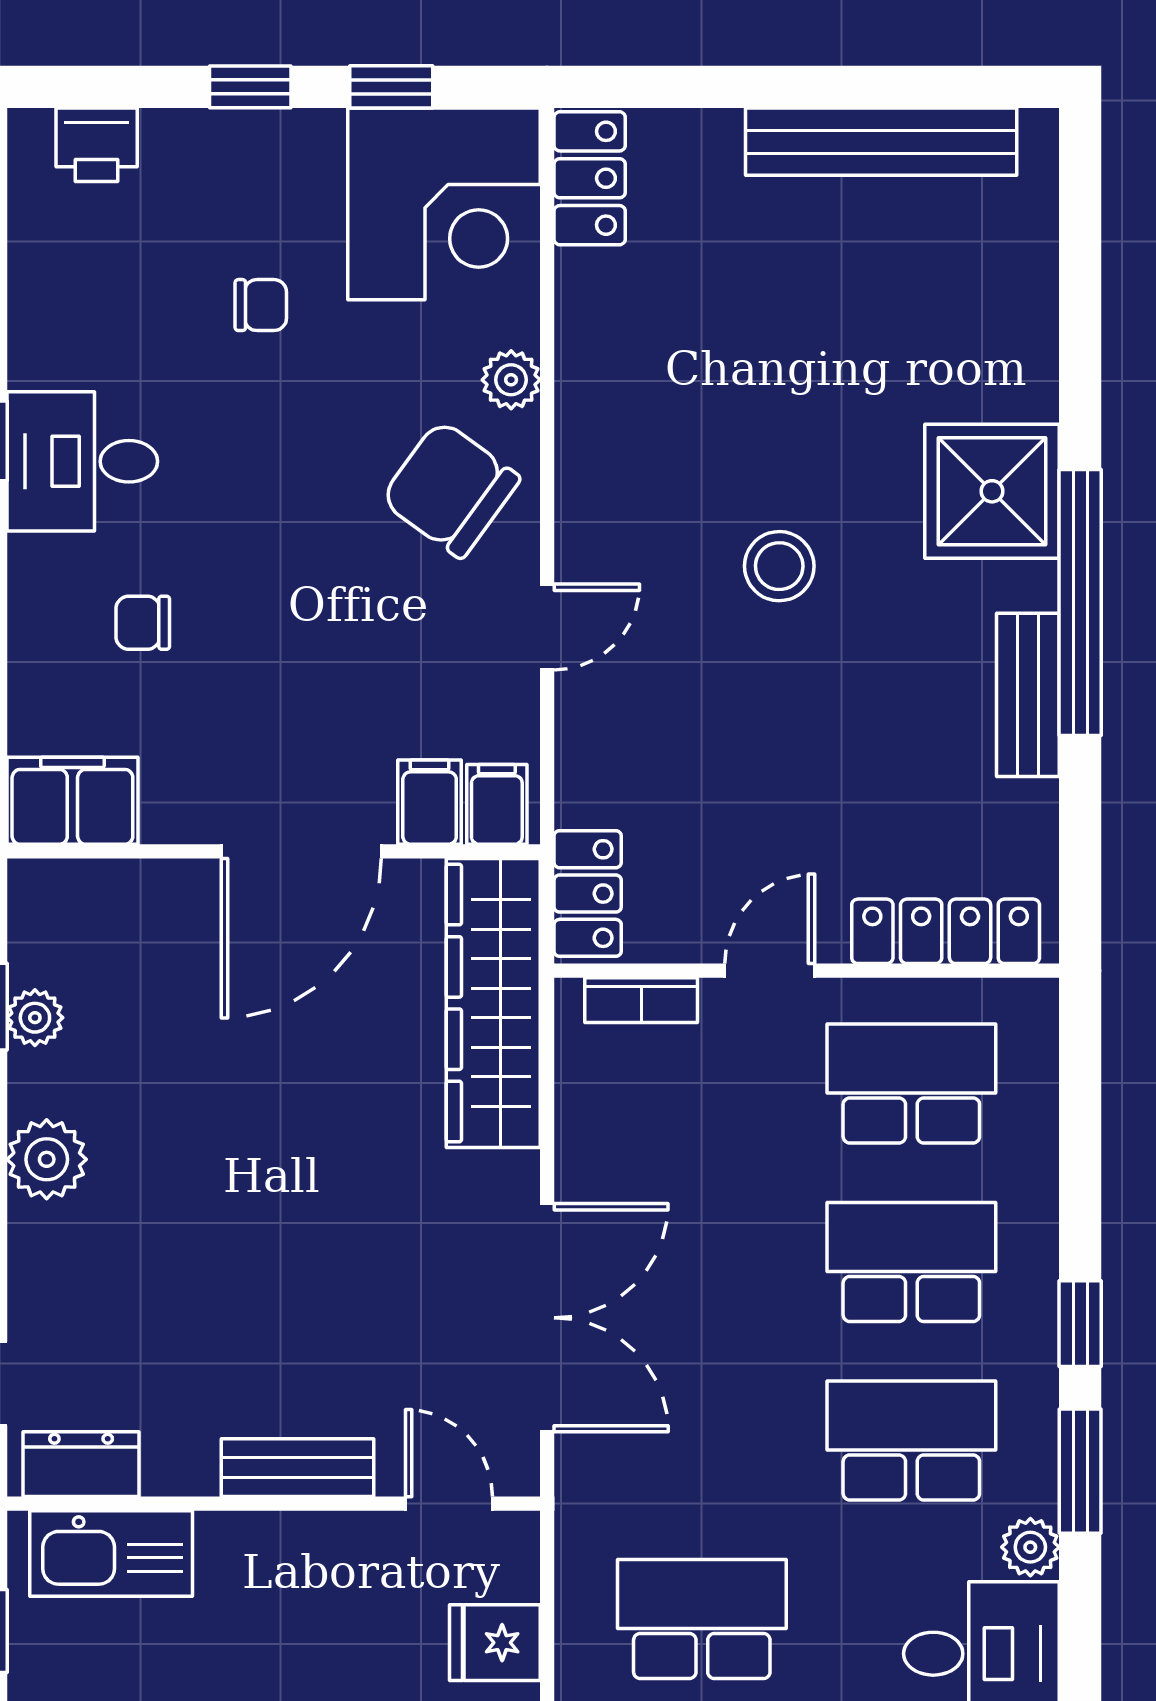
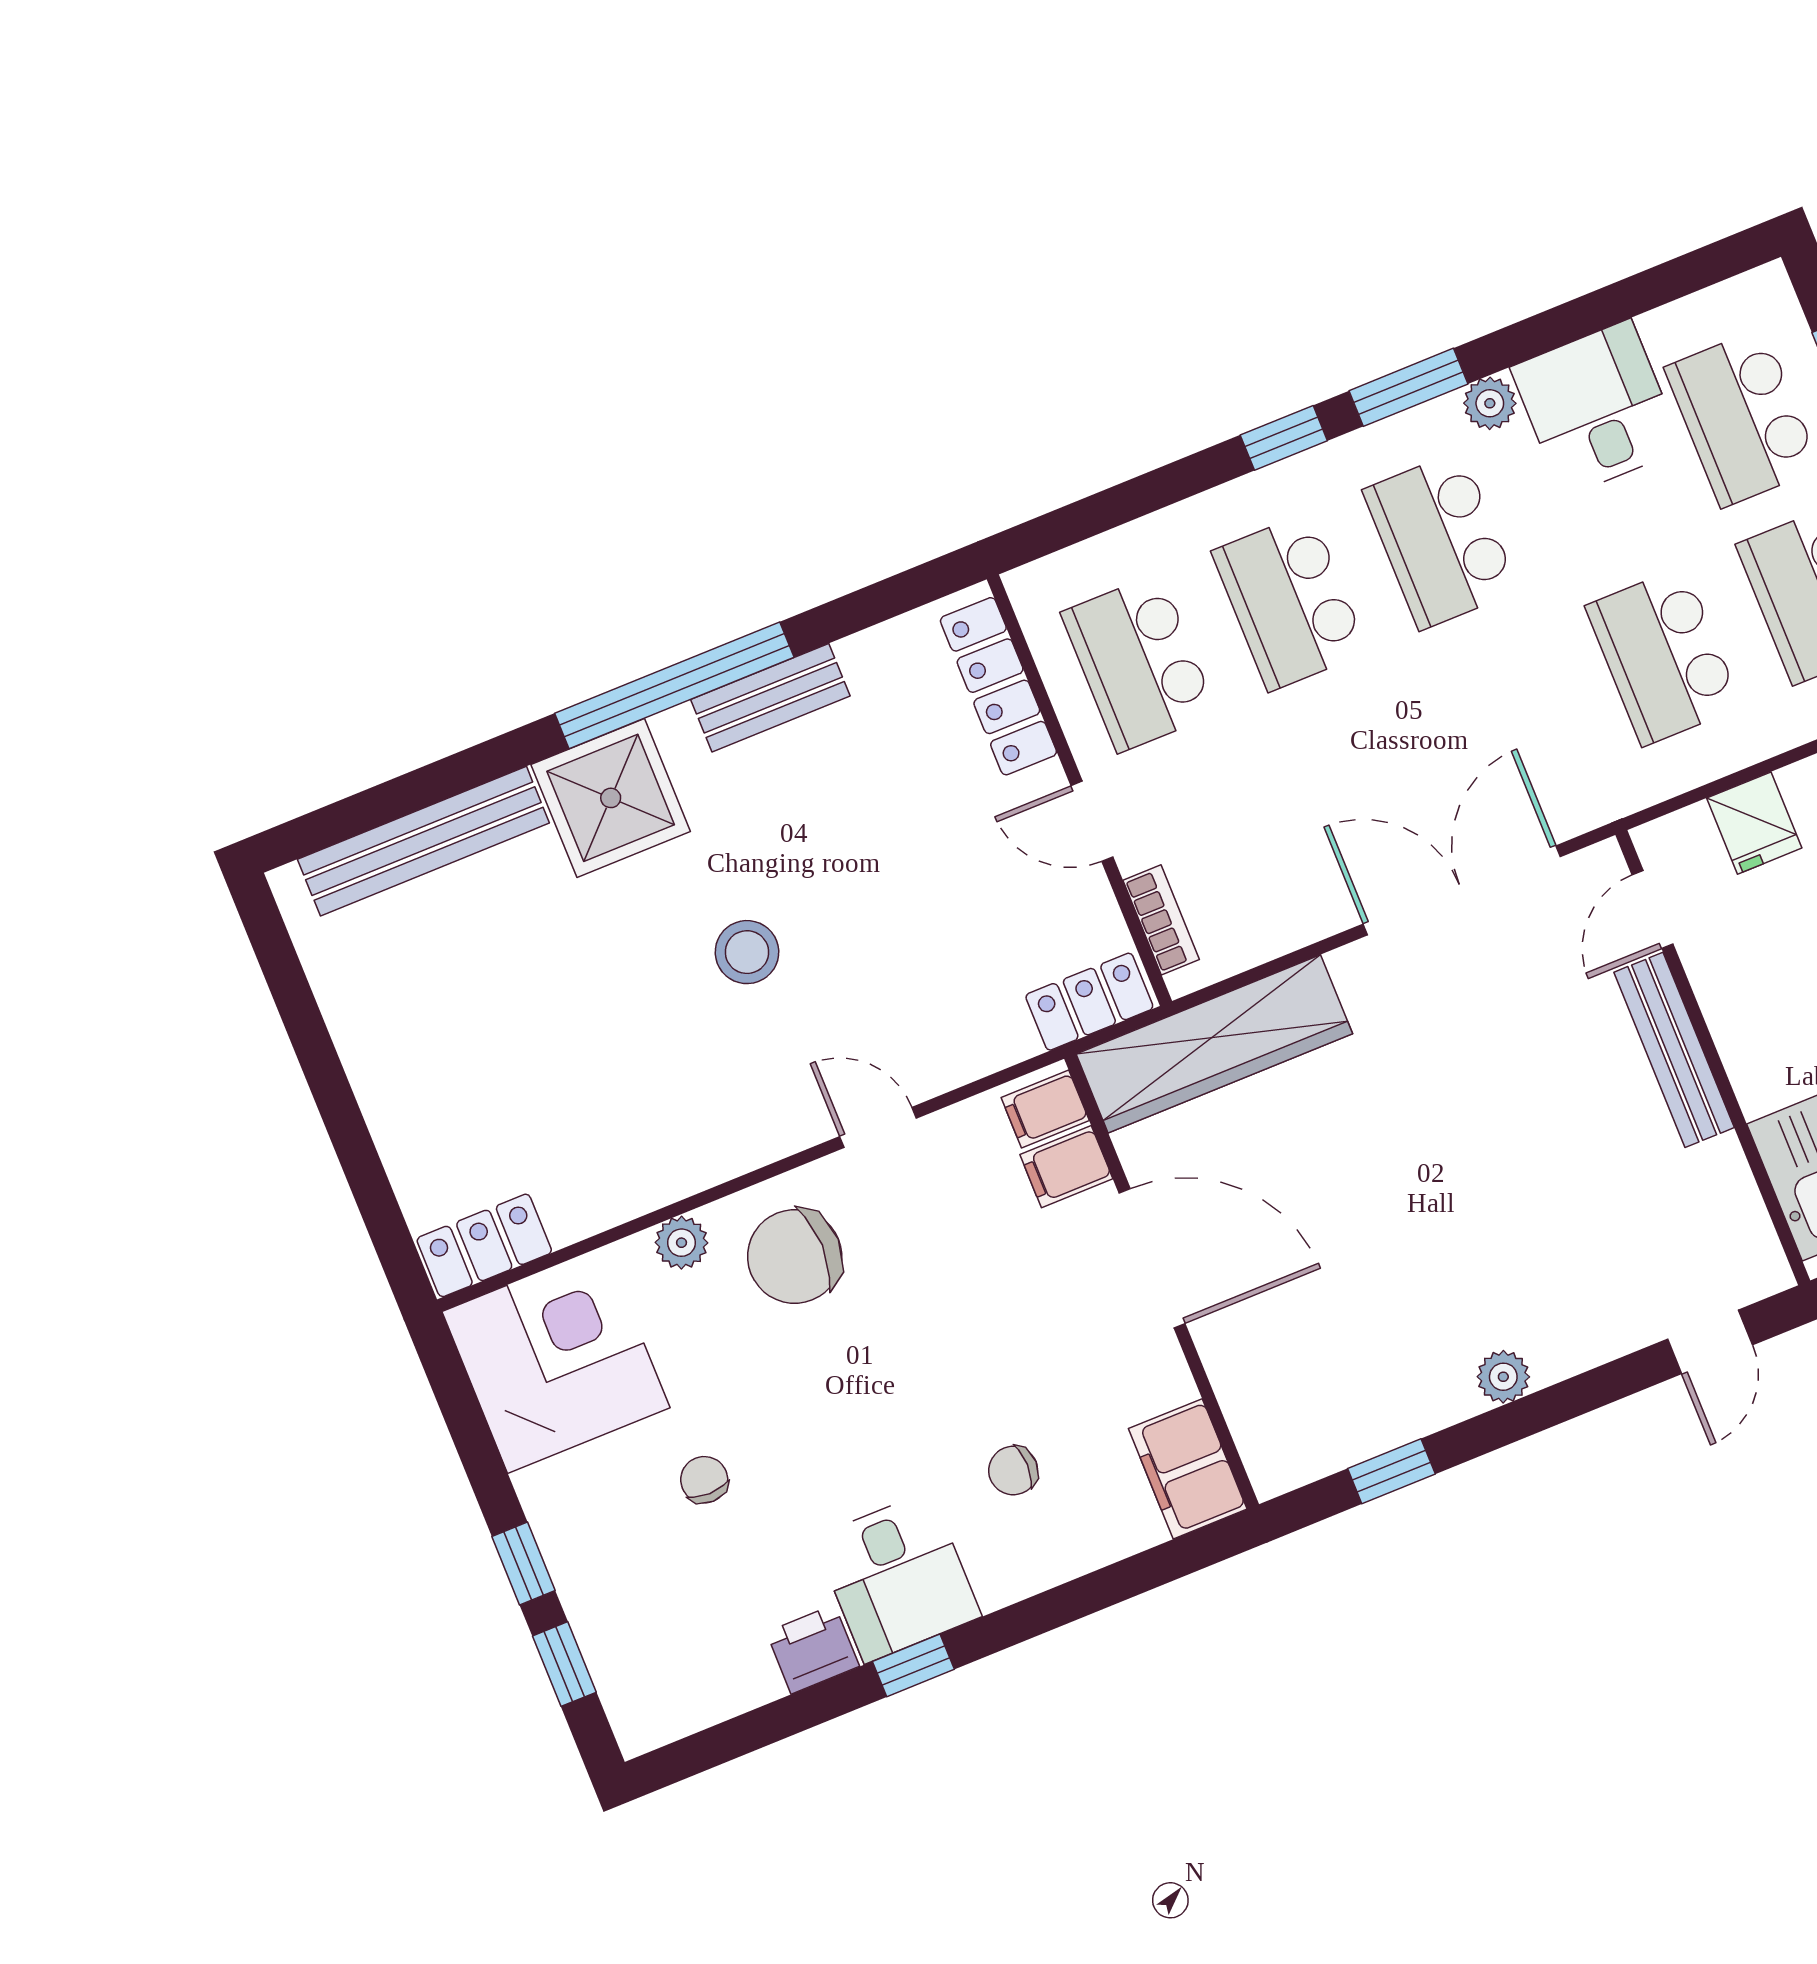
window: (391, 87) -> (564, 1664), moved
bench: (881, 142) -> (423, 841), moved, turned 90
printer: (97, 145) -> (813, 1649), moved, turned -90
chair: (450, 489) -> (795, 1256), turned 54
chair: (143, 623) -> (1013, 1471), turned 90
plant: (35, 1018) -> (1384, 1426), removed
plant: (47, 1159) -> (1503, 1377), width x0.73, depth x0.73
dresser: (81, 1464) -> (1745, 1234), removed
bench: (297, 1468) -> (1674, 1050), width x1.36

